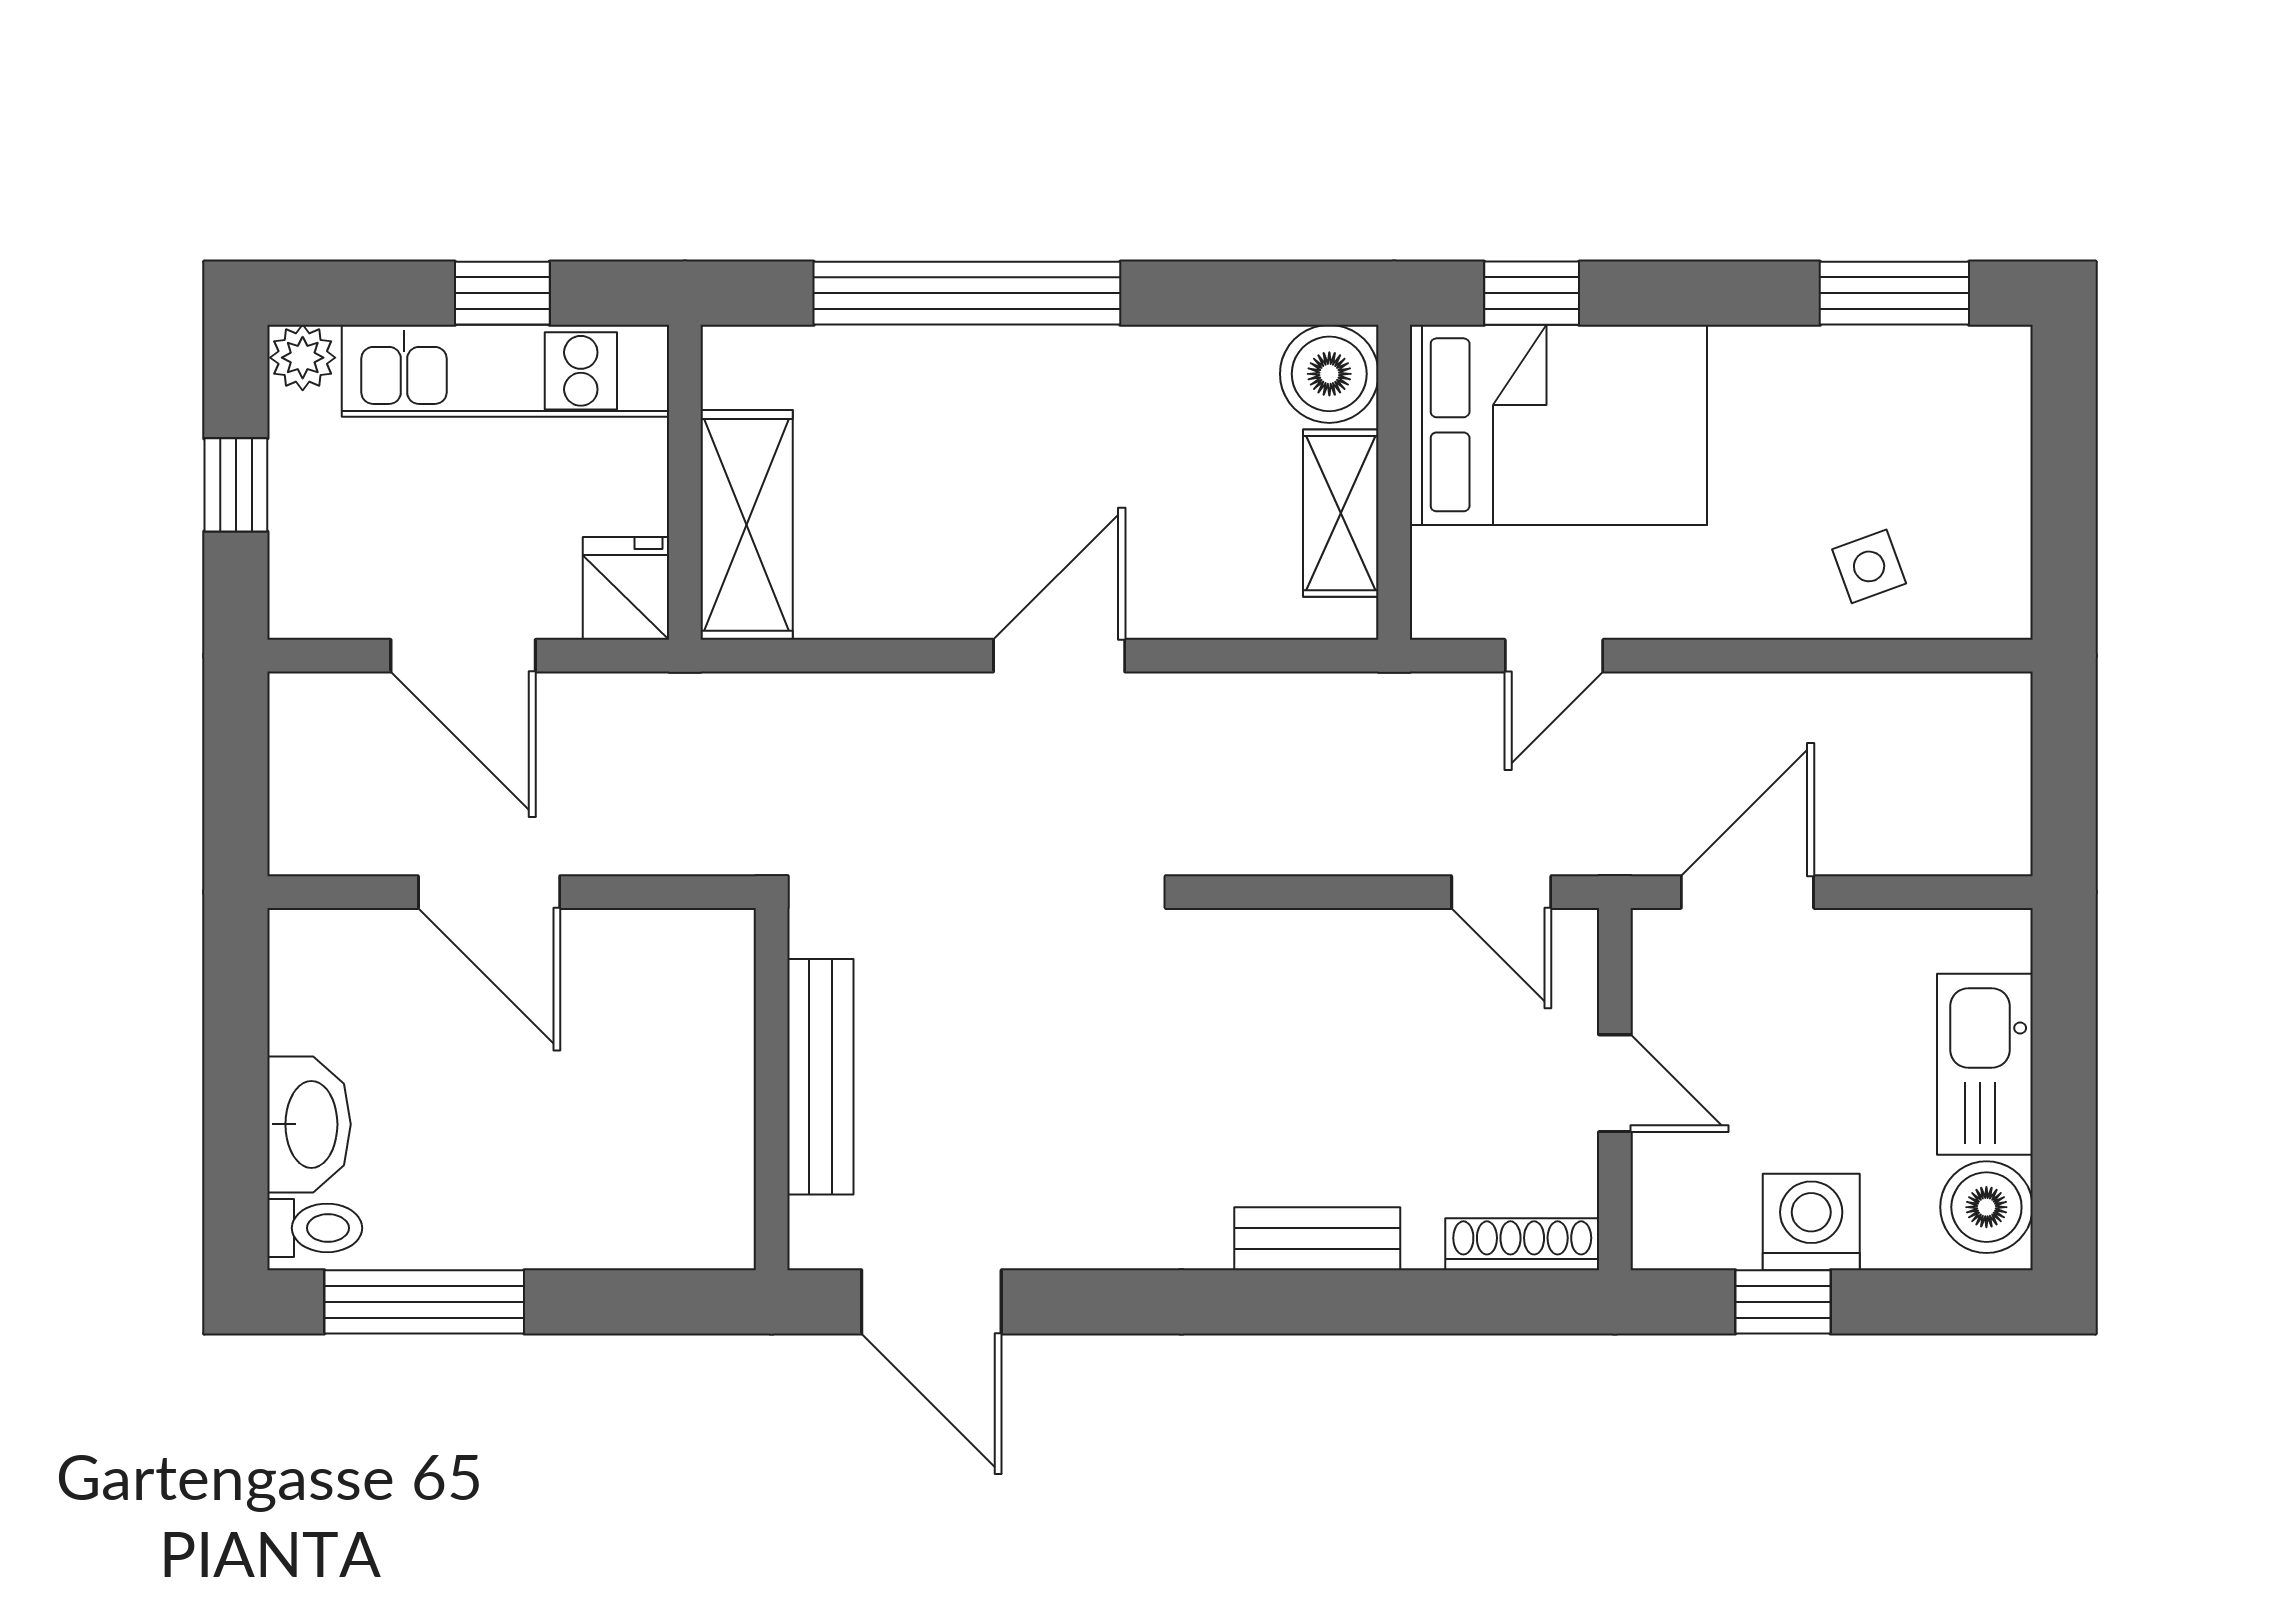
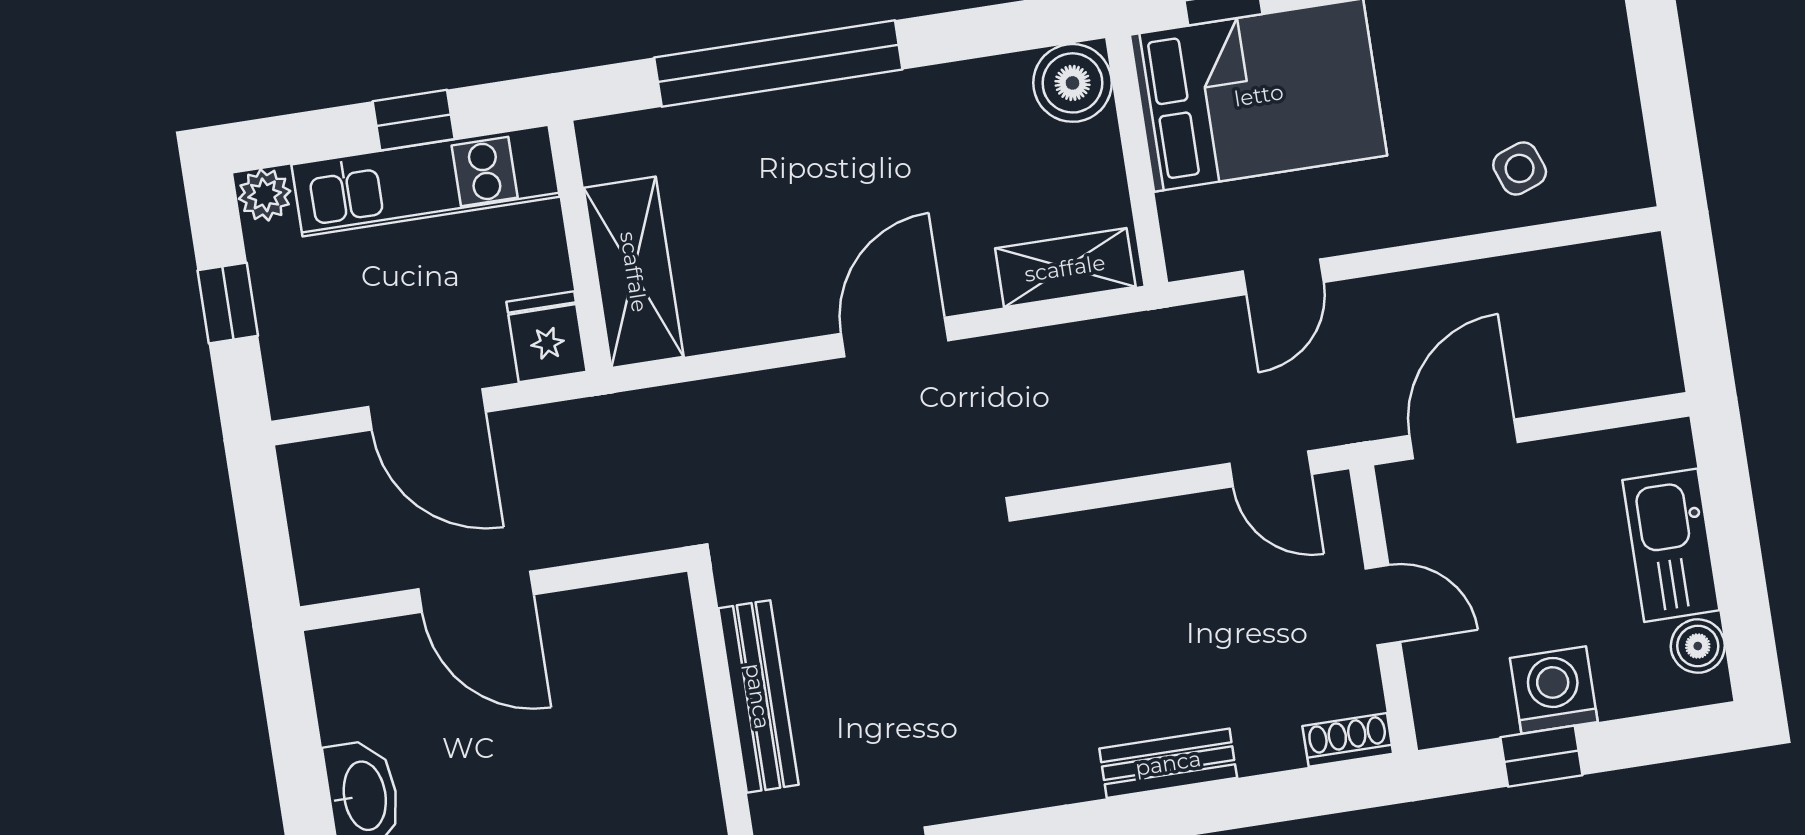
shelving: (1341, 513) -> (1065, 268), moved, turned 90
boiler: (1986, 1207) -> (1698, 646), width x0.73, depth x0.73
shoe rack: (1522, 1244) -> (1348, 740), width x0.70

